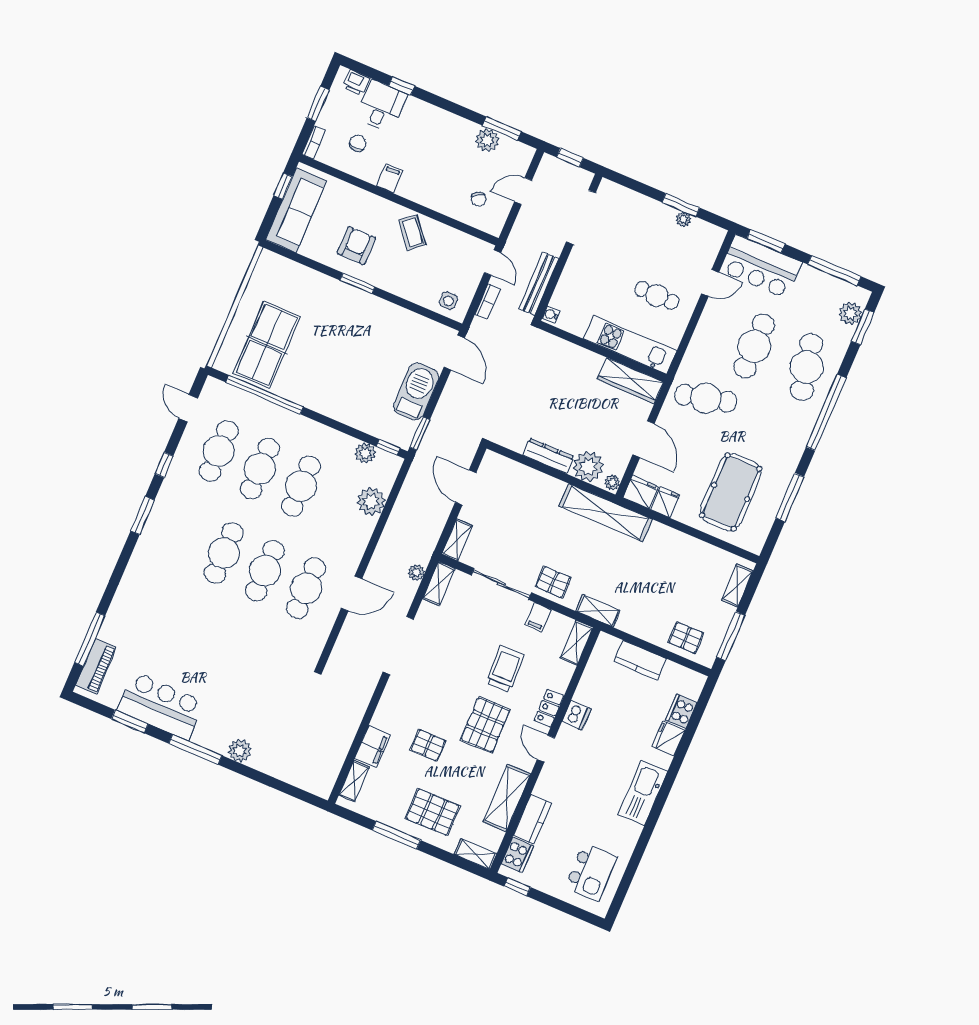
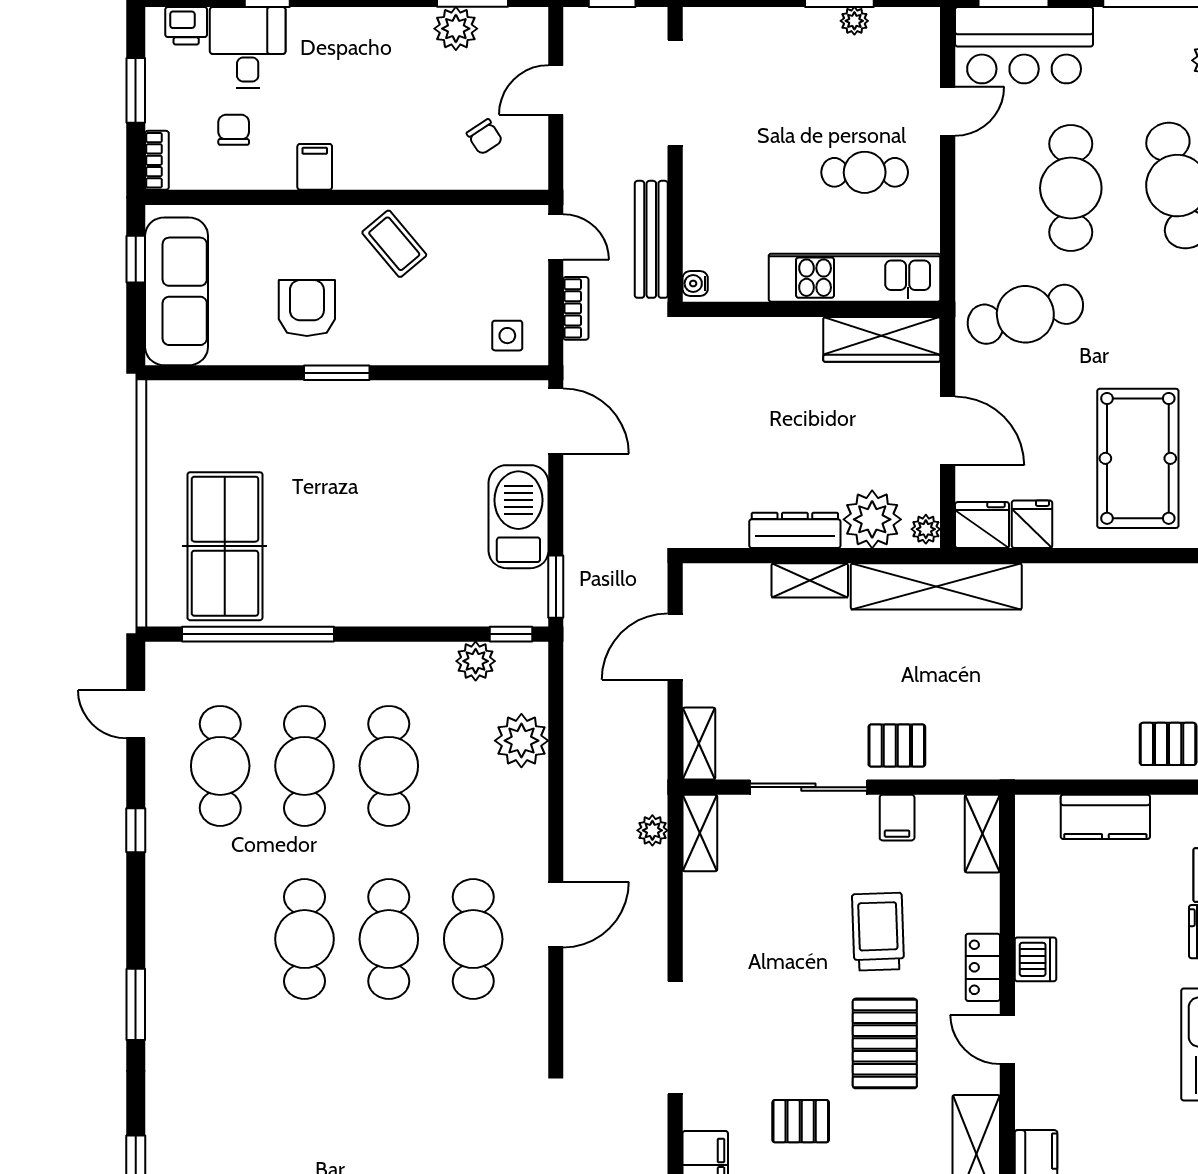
door: (466, 488) -> (675, 647), hinge flipped
window: (142, 515) -> (136, 1004), moved
shelving: (598, 611) -> (810, 580), moved
doorway: (398, 646) -> (675, 1038), moved

